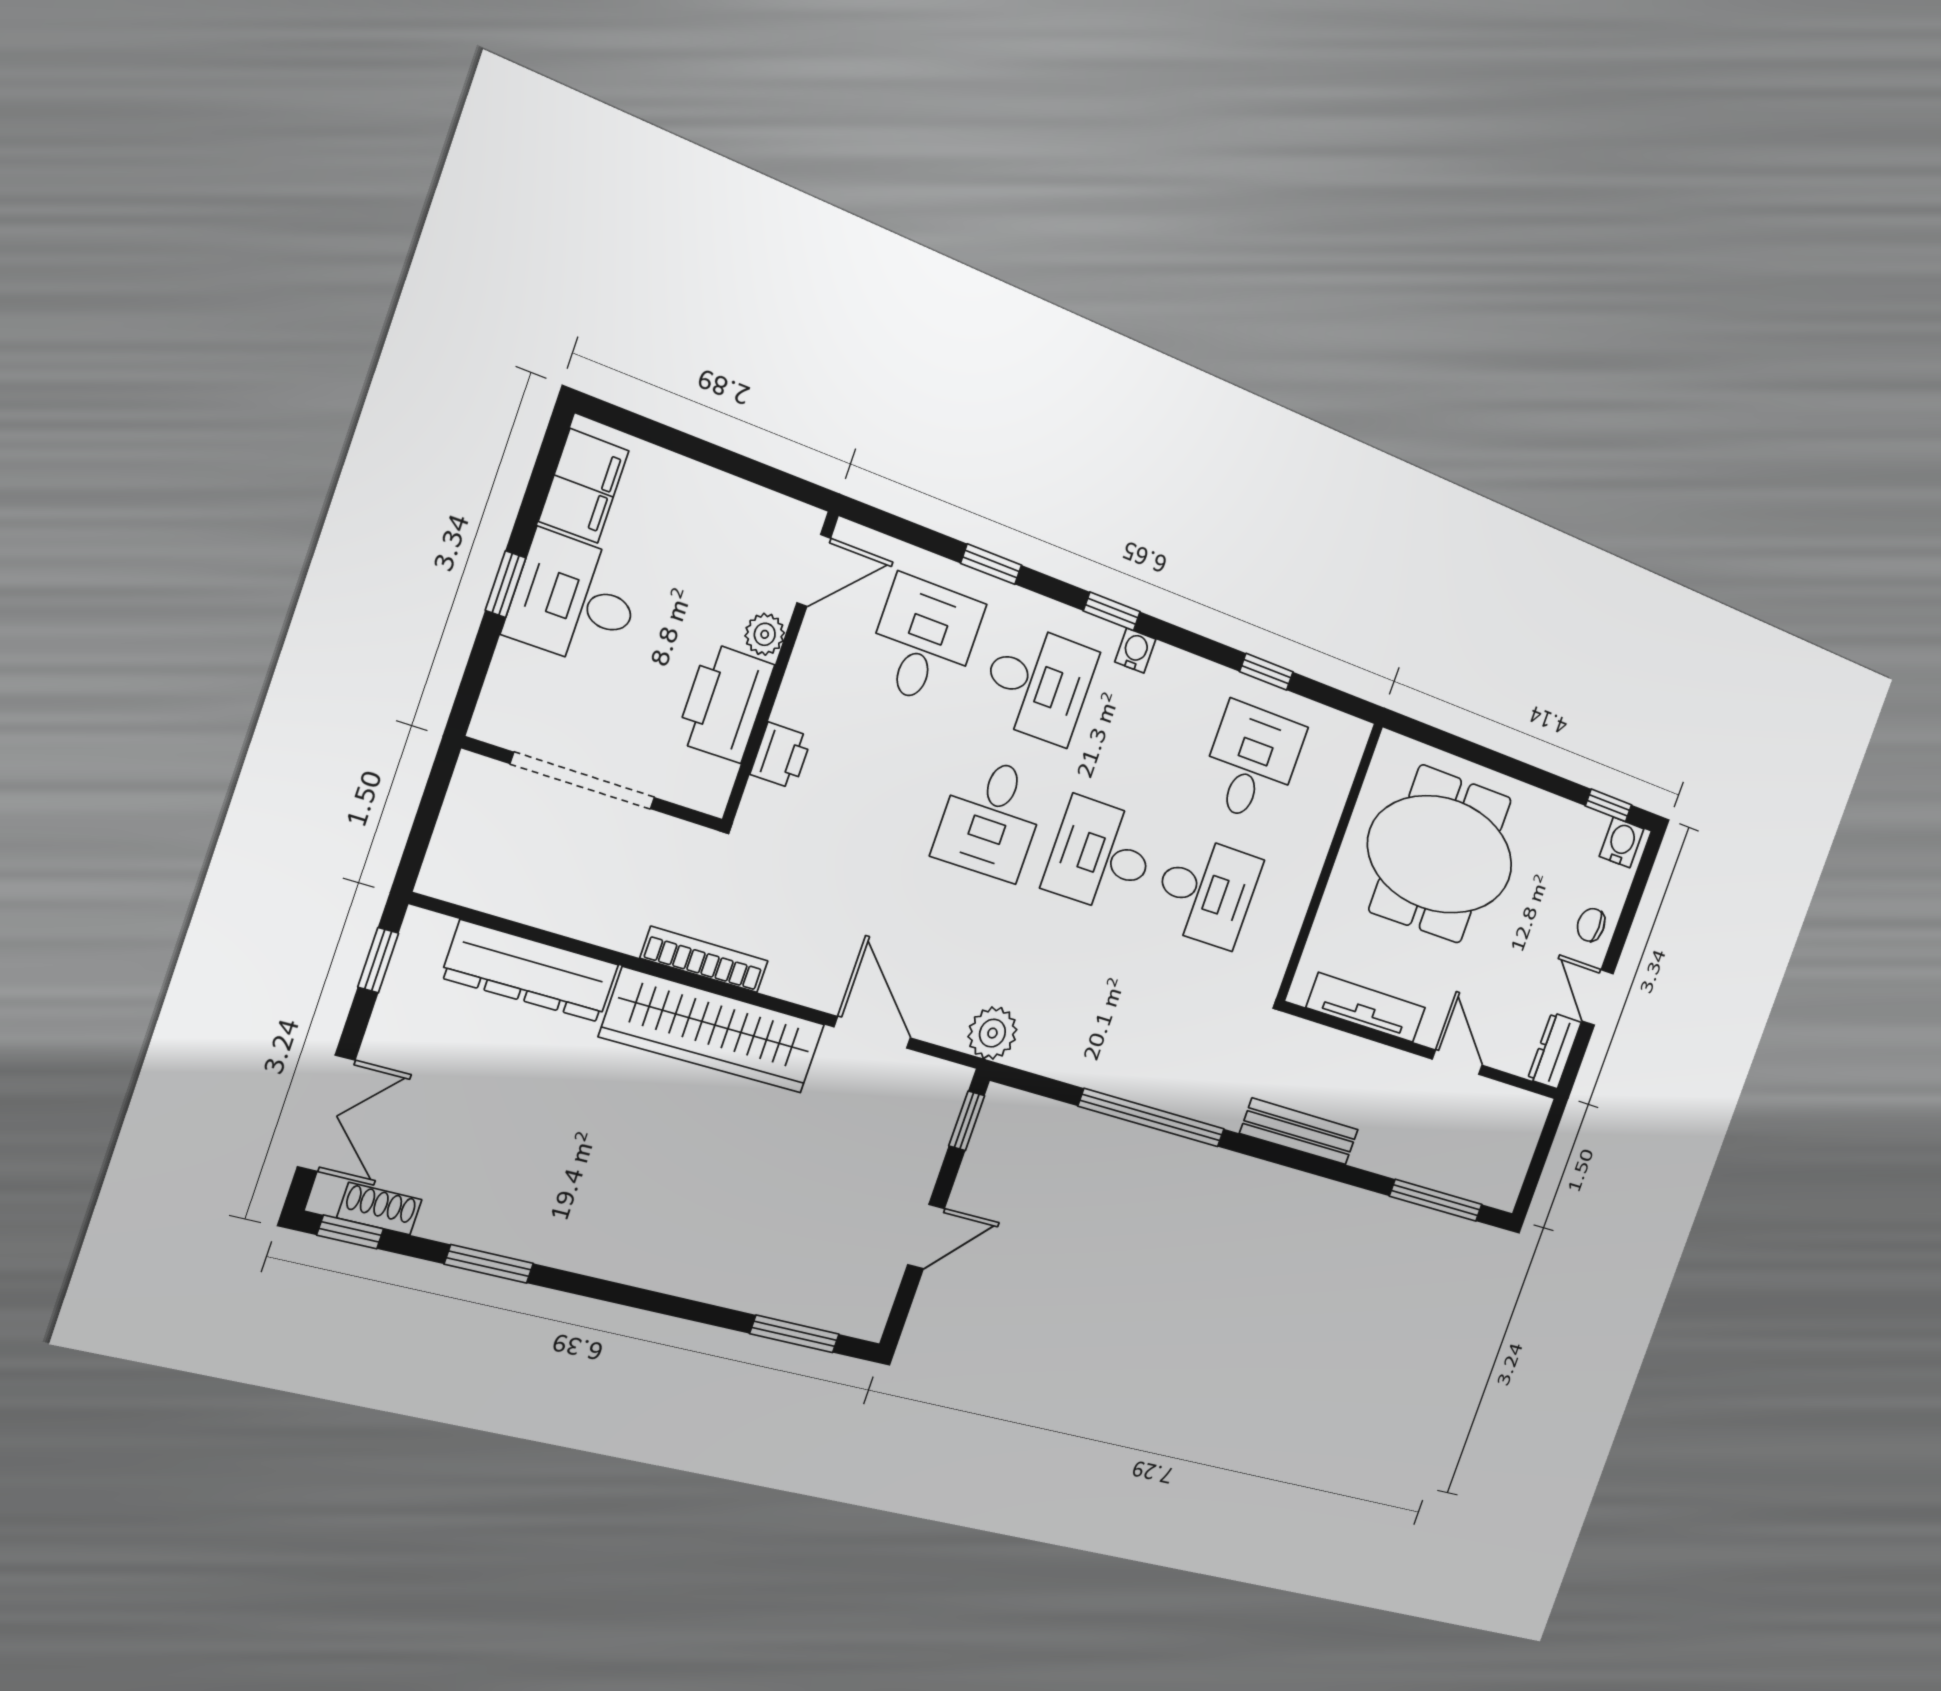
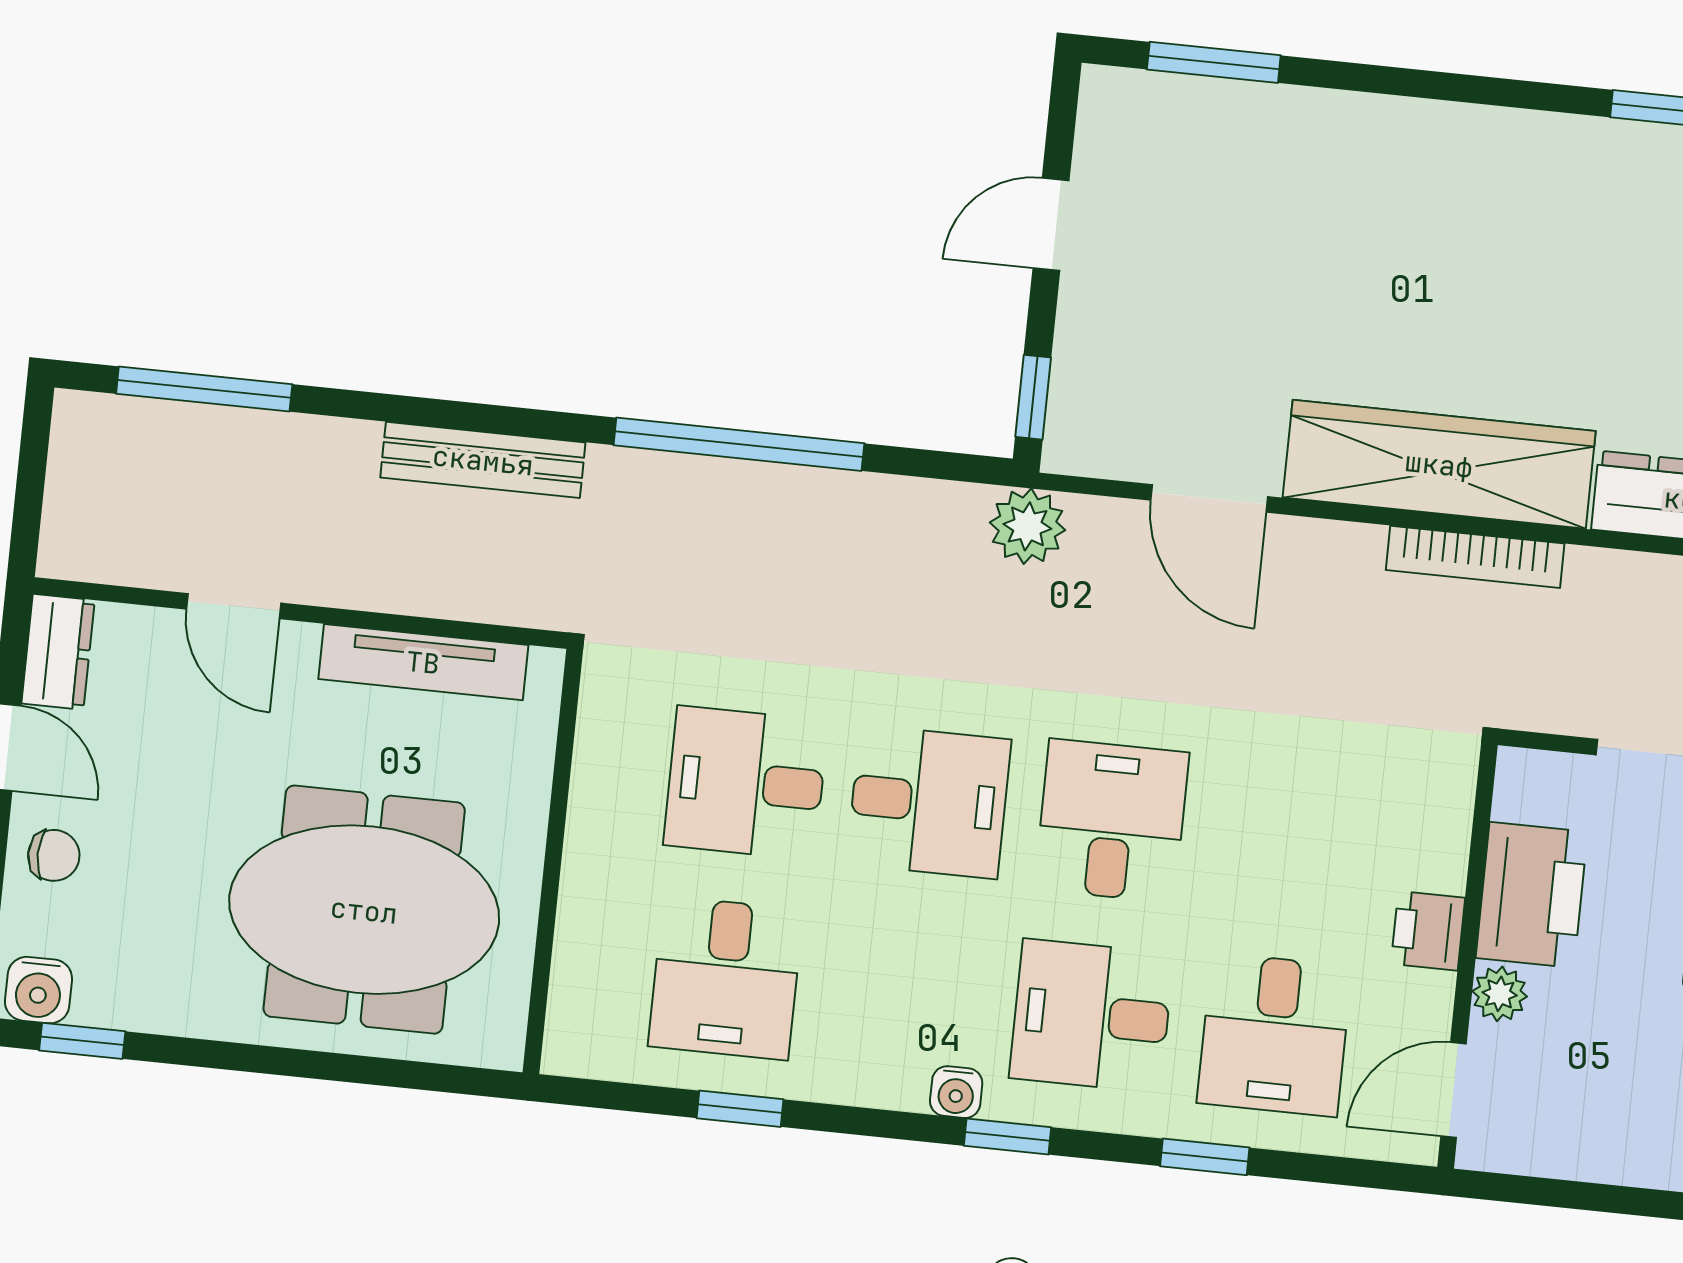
printer: (781, 756) -> (1428, 931), moved

